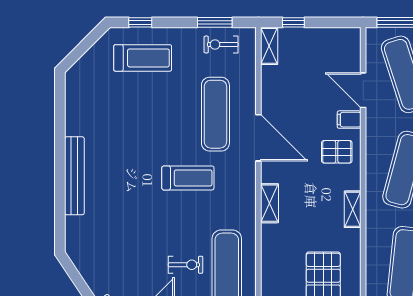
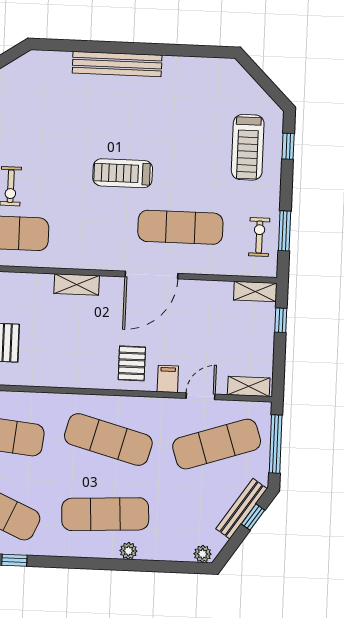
door: (363, 90) -> (201, 396), width x0.73
treadmill: (188, 178) -> (123, 173), moved, turned 90
shelving: (353, 209) -> (249, 386), moved

